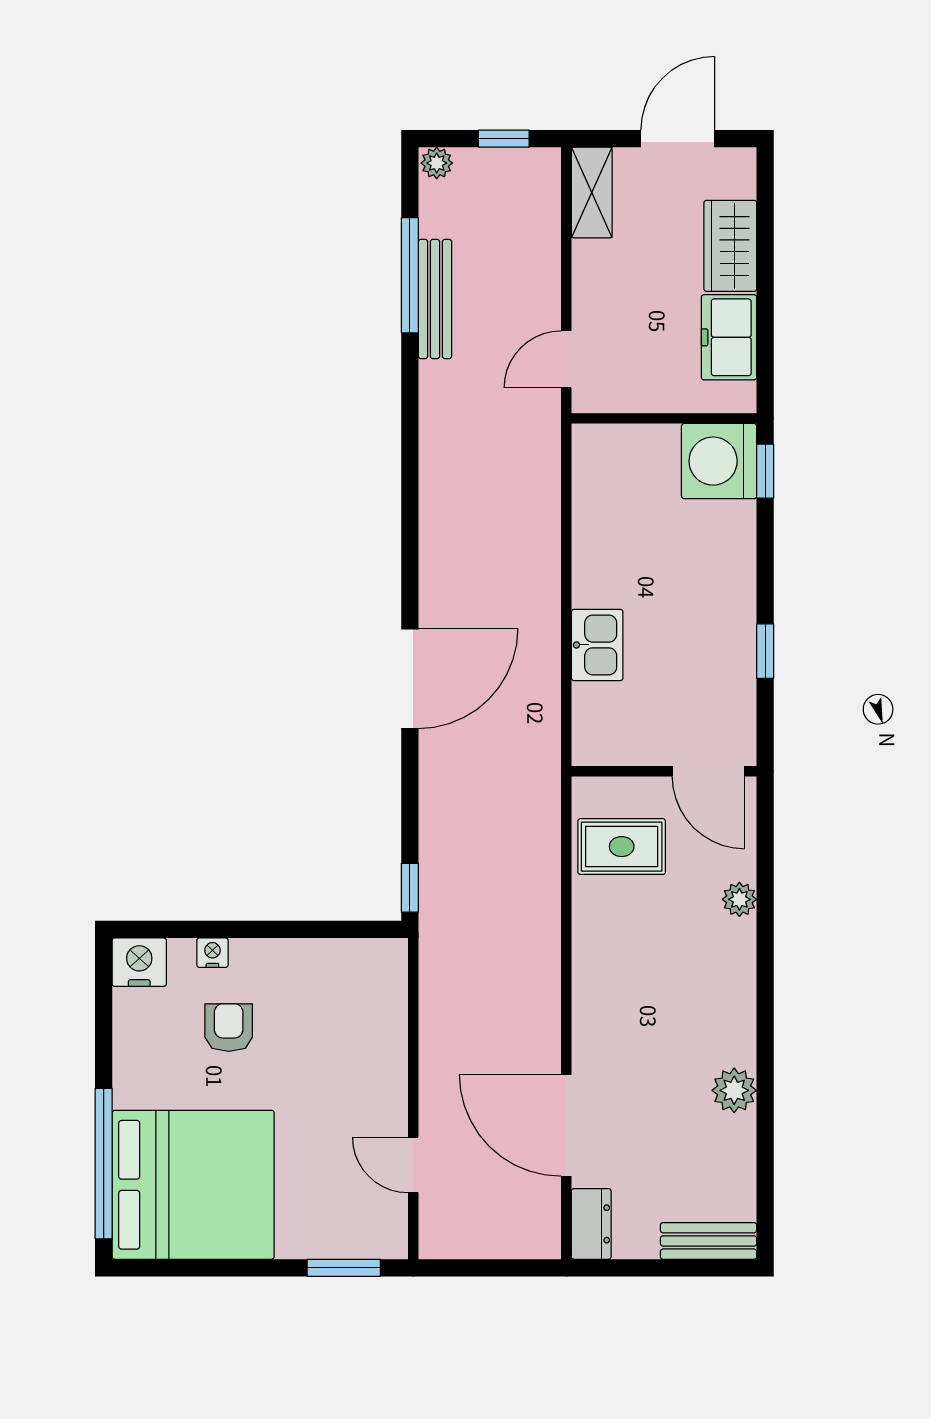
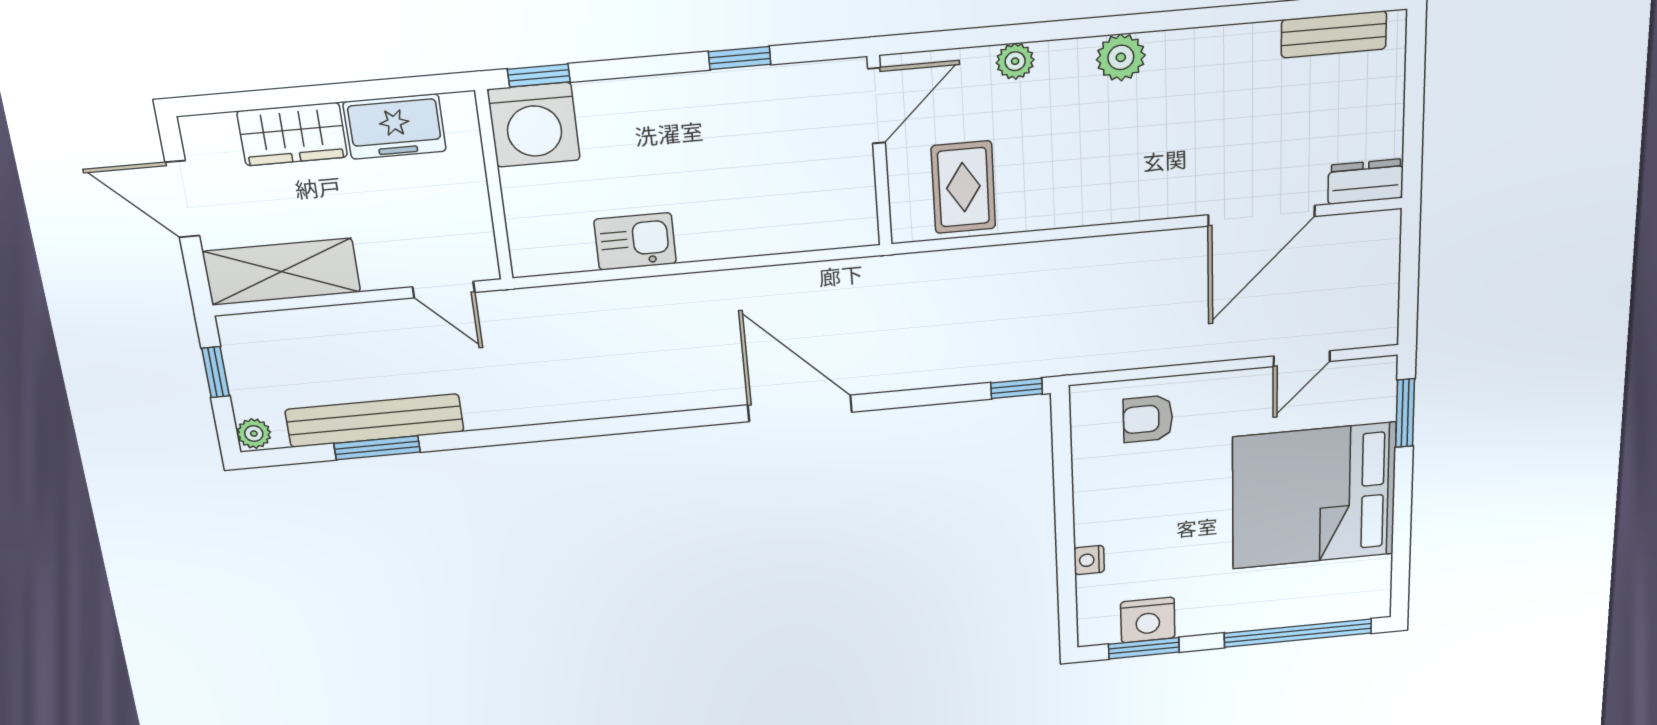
shelving: (592, 193) -> (282, 272), width x1.50, depth x1.33
window: (410, 275) -> (377, 448), width x0.69
bench: (435, 299) -> (375, 421), width x1.37, depth x1.21
kitchen sink: (597, 645) -> (635, 241), moved
nightstand: (139, 962) -> (1148, 620), moved, turned -90
window: (104, 1006) -> (1144, 648), added
armchair: (229, 1028) -> (1148, 419), moved
plant: (734, 1090) -> (1121, 57), moved
bed: (193, 1185) -> (1314, 496), moved, turned -90
bench: (709, 1241) -> (1334, 34), moved, turned 90

